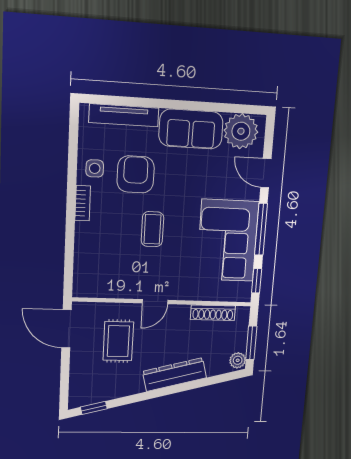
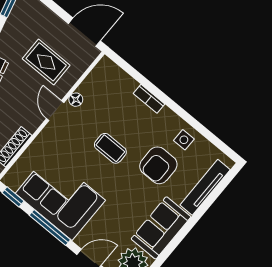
armchair: (136, 174) -> (158, 165), turned 90
bookcase: (83, 203) -> (149, 99), moved
floor lamp: (132, 292) -> (76, 100), added

